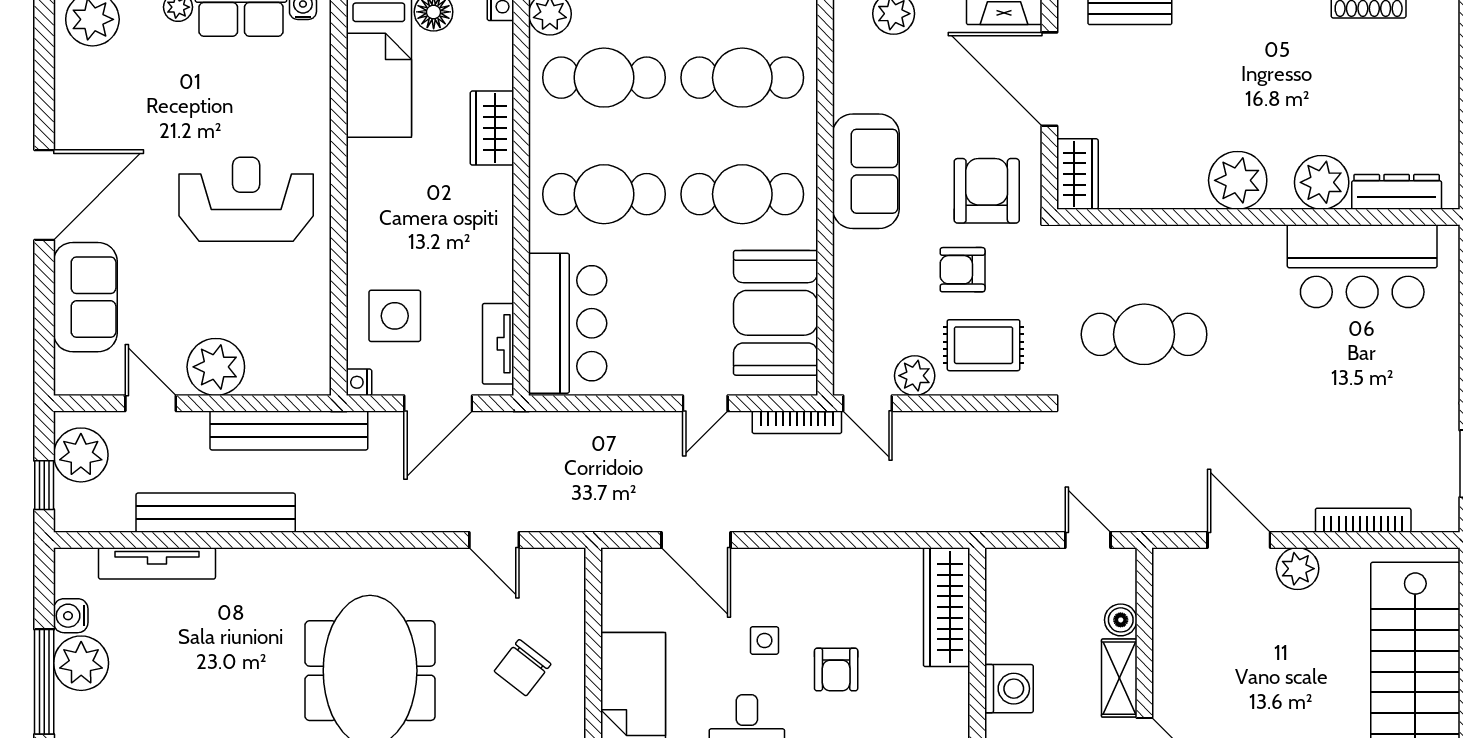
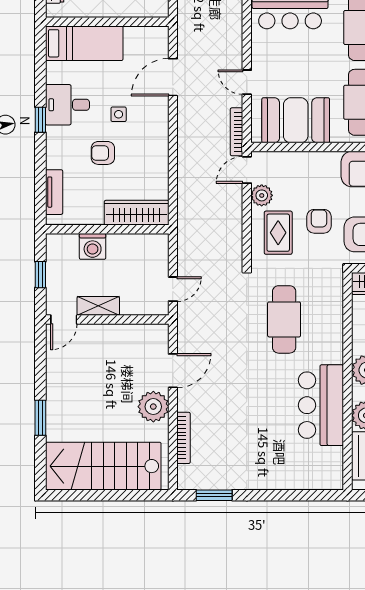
bar counter: (1362, 266) -> (321, 405), moved
plant: (1298, 569) -> (153, 407), width x1.36, depth x1.36
boiler: (1121, 620) -> (130, 307), removed

